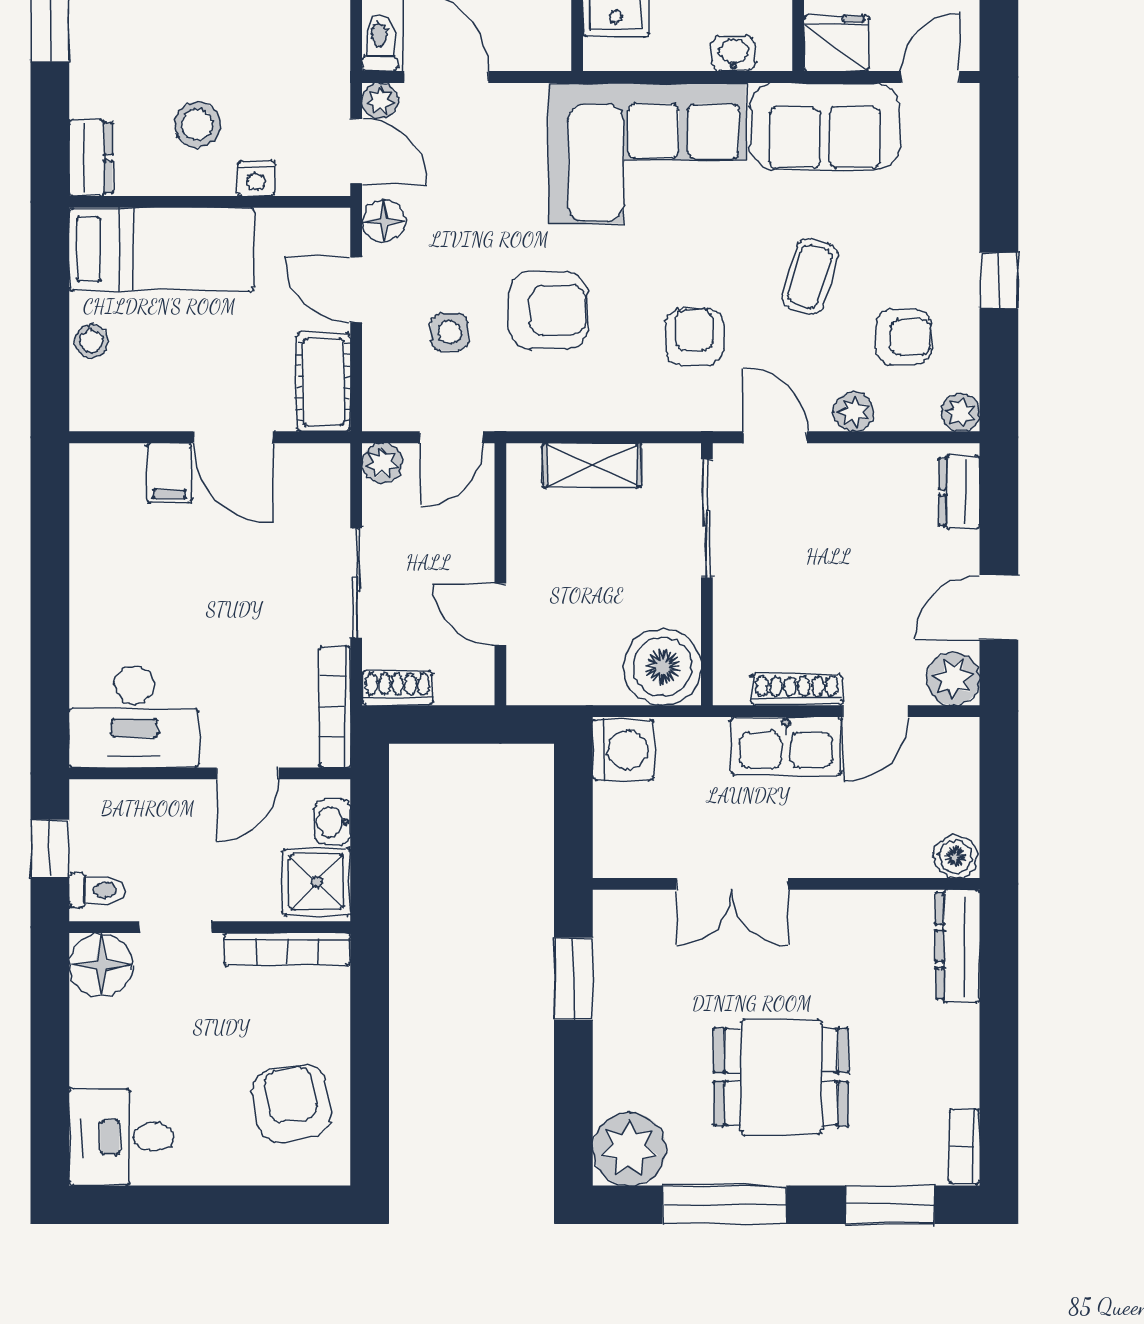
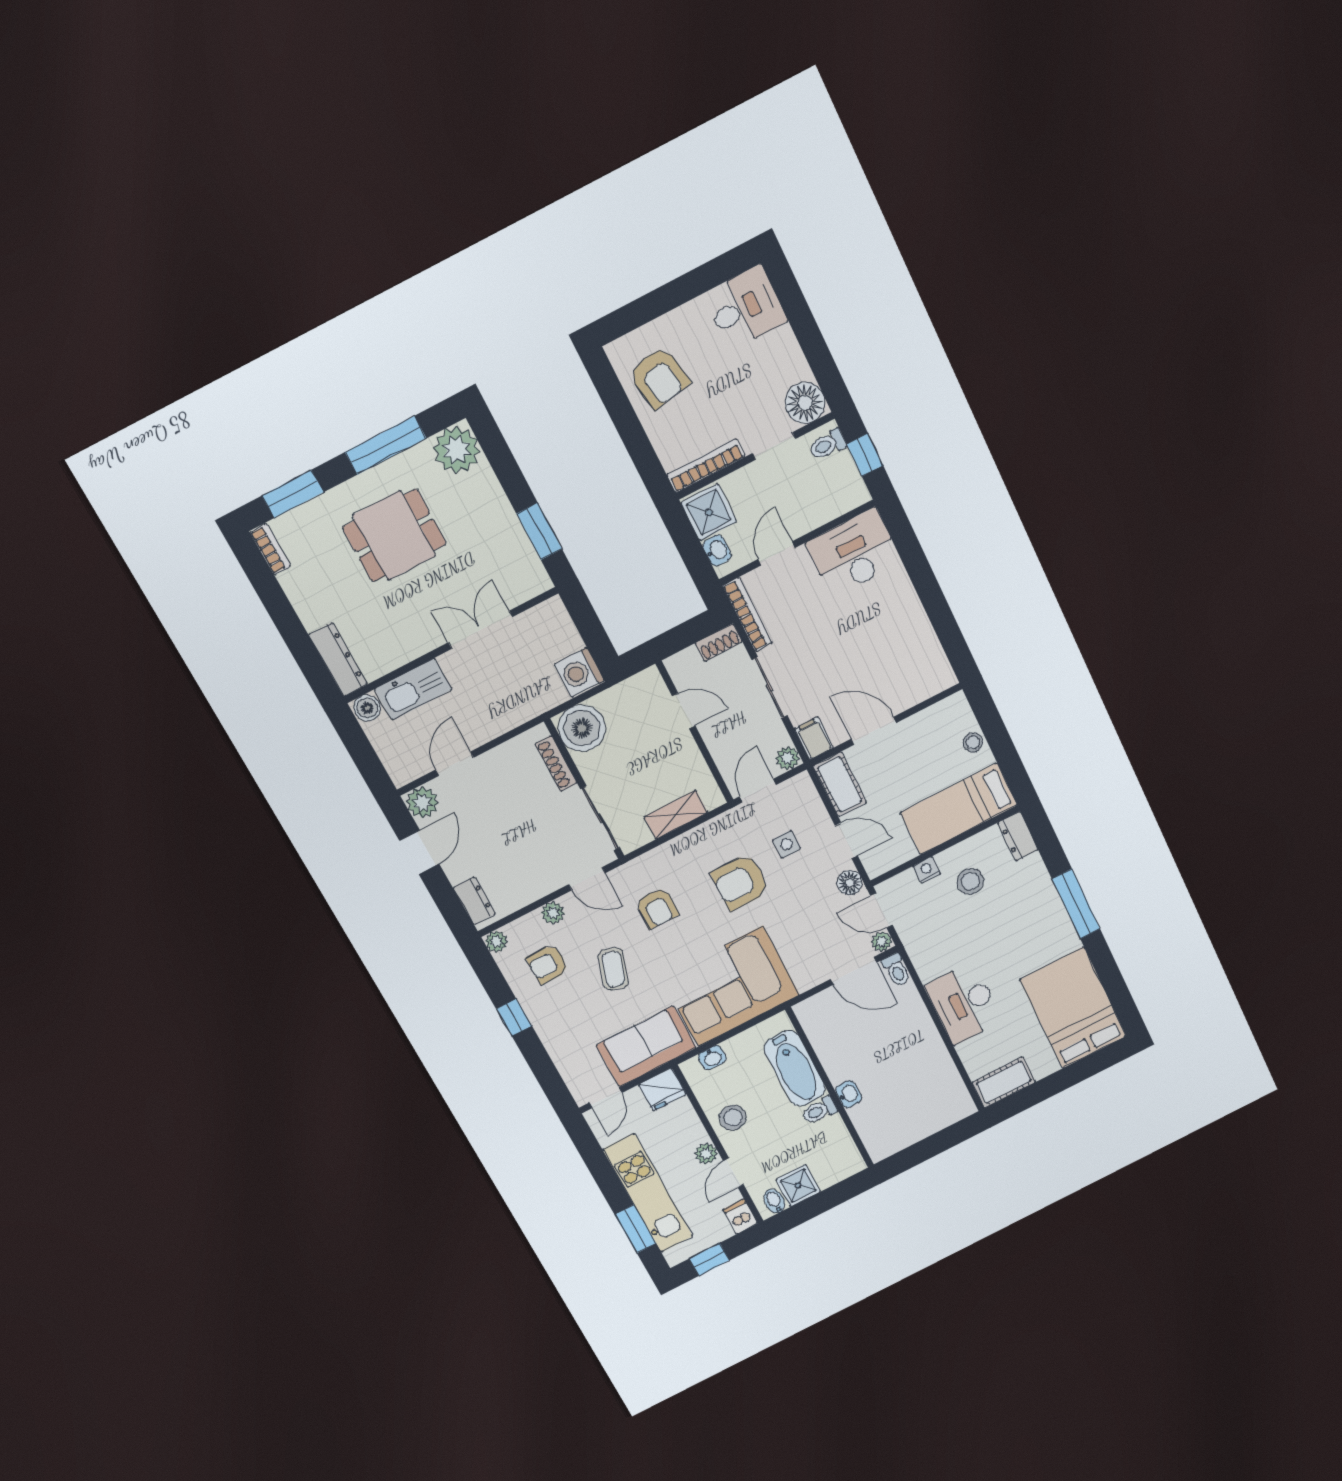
filing cabinet: (169, 473) -> (814, 738), moved
shoe rack: (797, 690) -> (556, 764), moved, turned 90
kitchen sink: (786, 746) -> (413, 689), moved, turned 180

